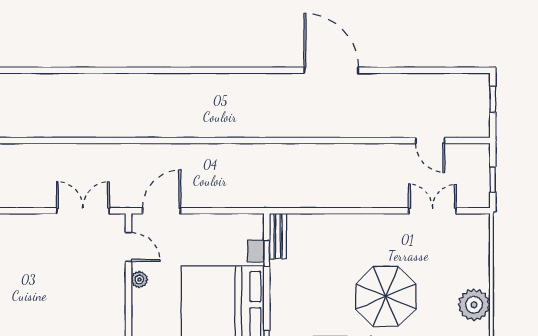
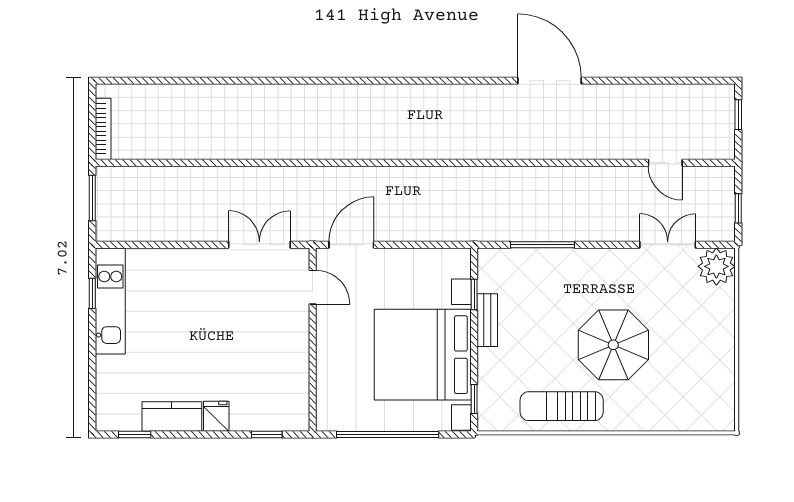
window: (325, 211) -> (542, 245), added
bench: (278, 236) -> (487, 320), moved
plant: (139, 279) -> (325, 325), removed
plant: (474, 305) -> (716, 266), moved

